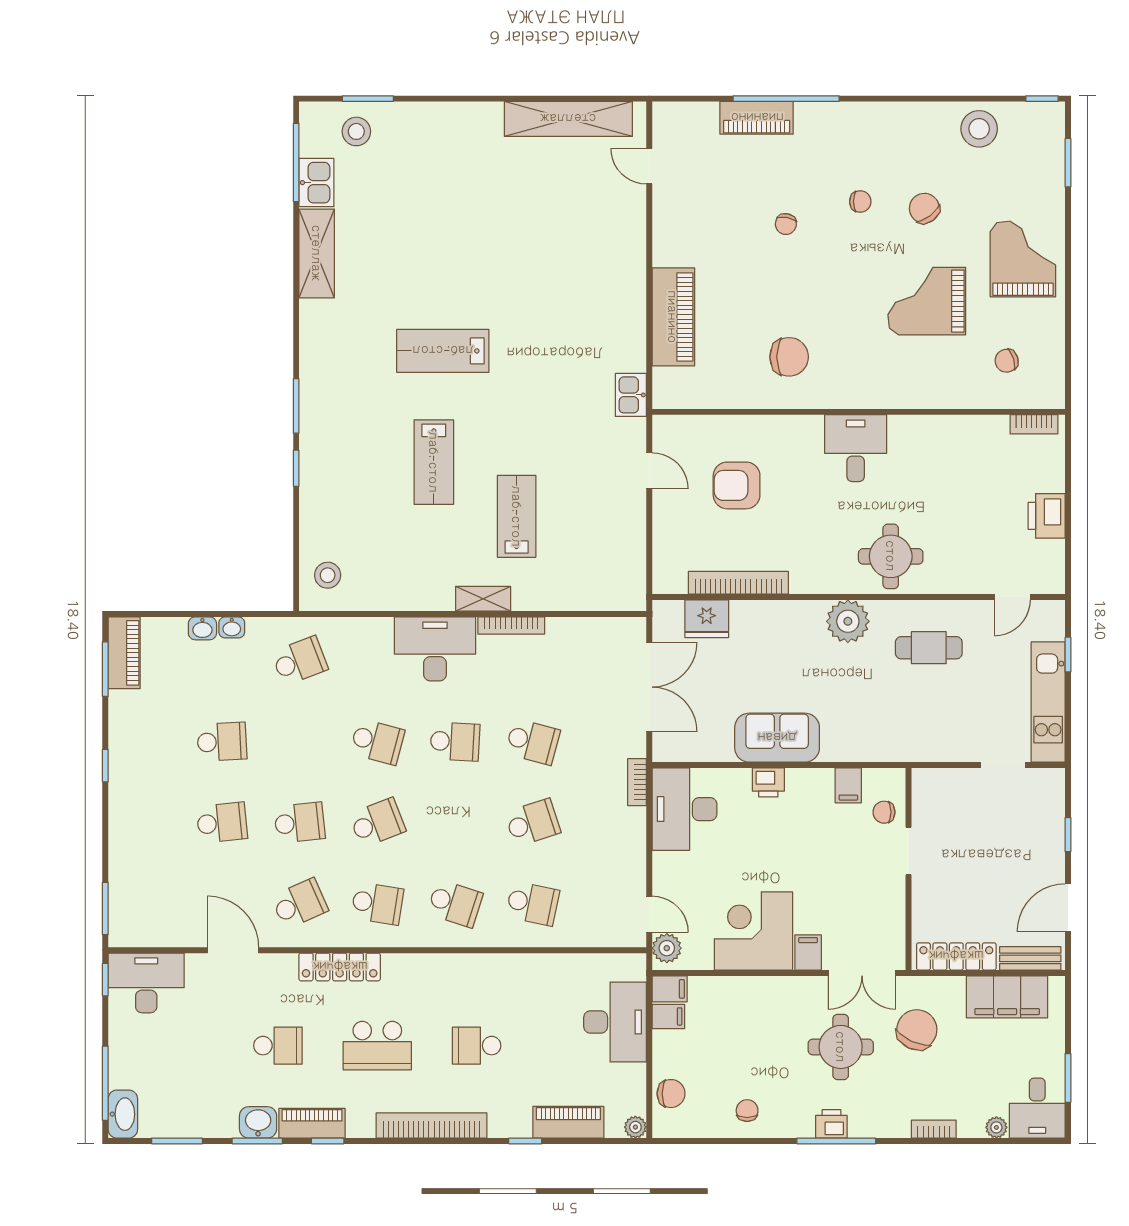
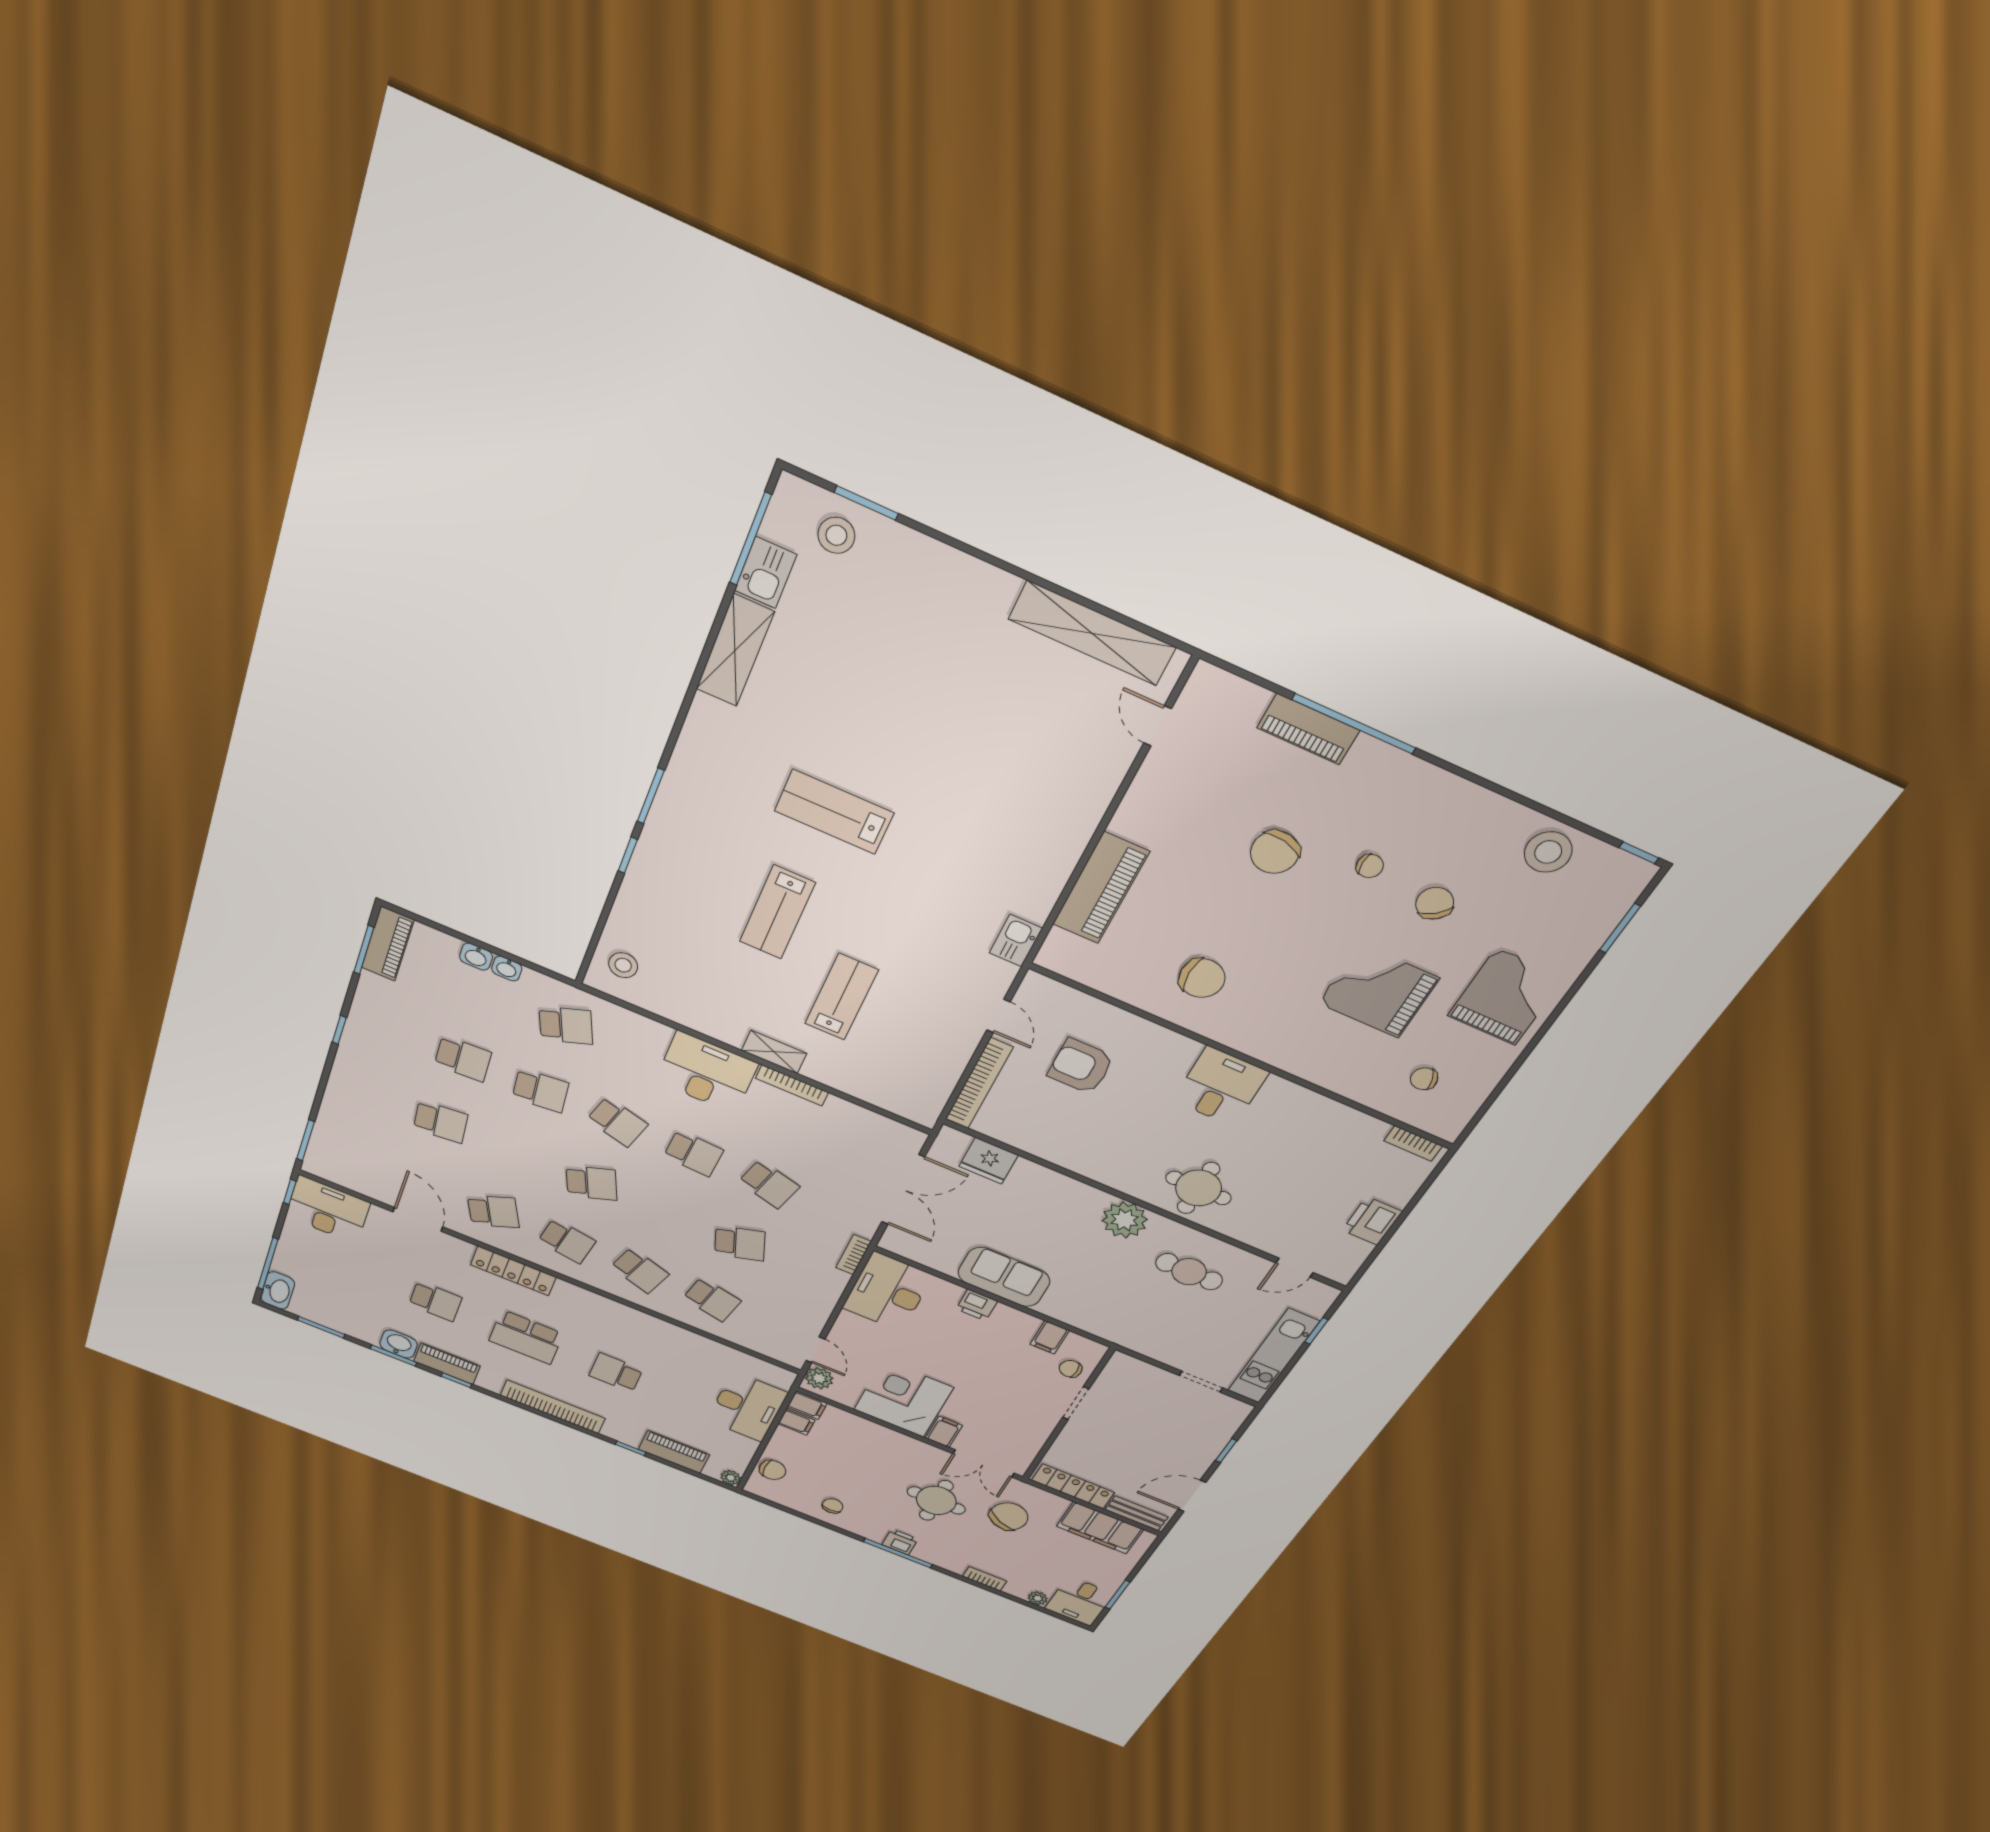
chair: (786, 224) -> (1275, 852), width x1.87, depth x1.87
bookcase: (738, 583) -> (979, 1083), moved, turned 90
school desk: (300, 823) -> (540, 1090), moved

